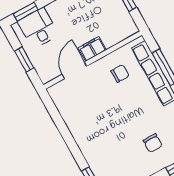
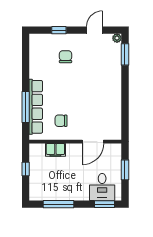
filing cabinet: (92, 49) -> (55, 150), moved

